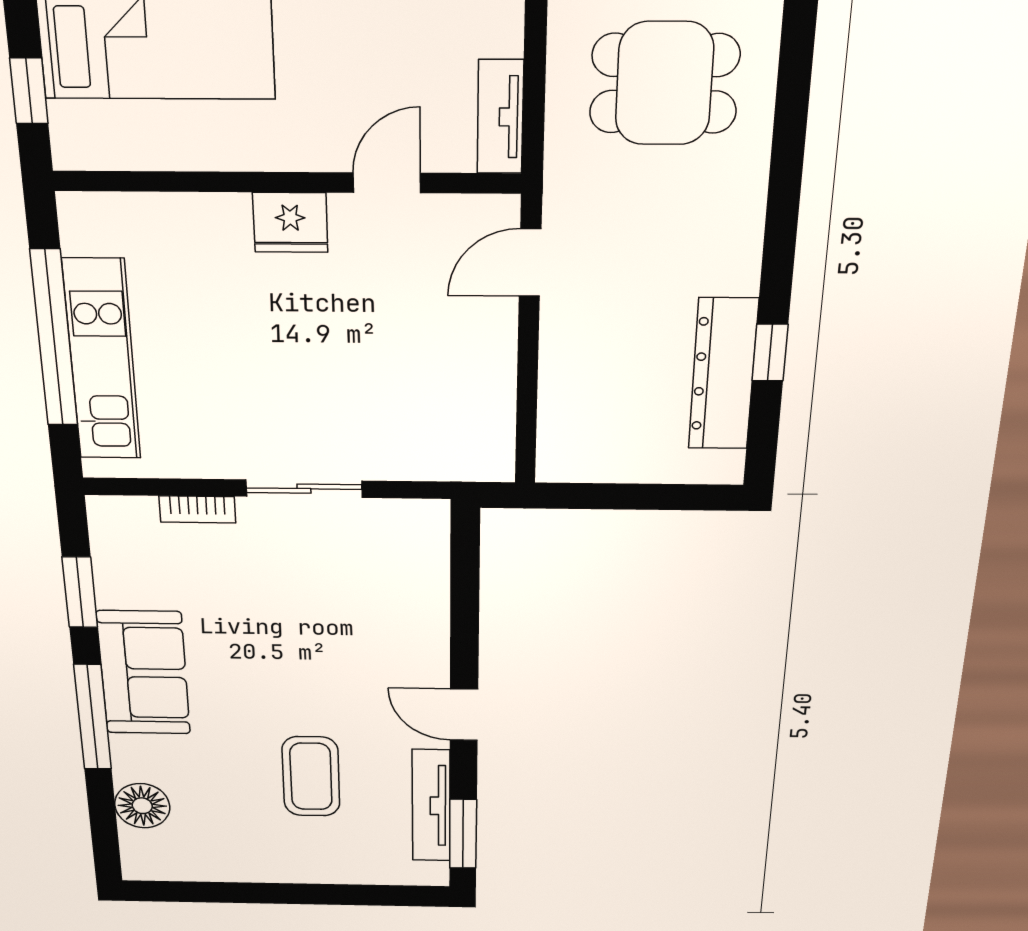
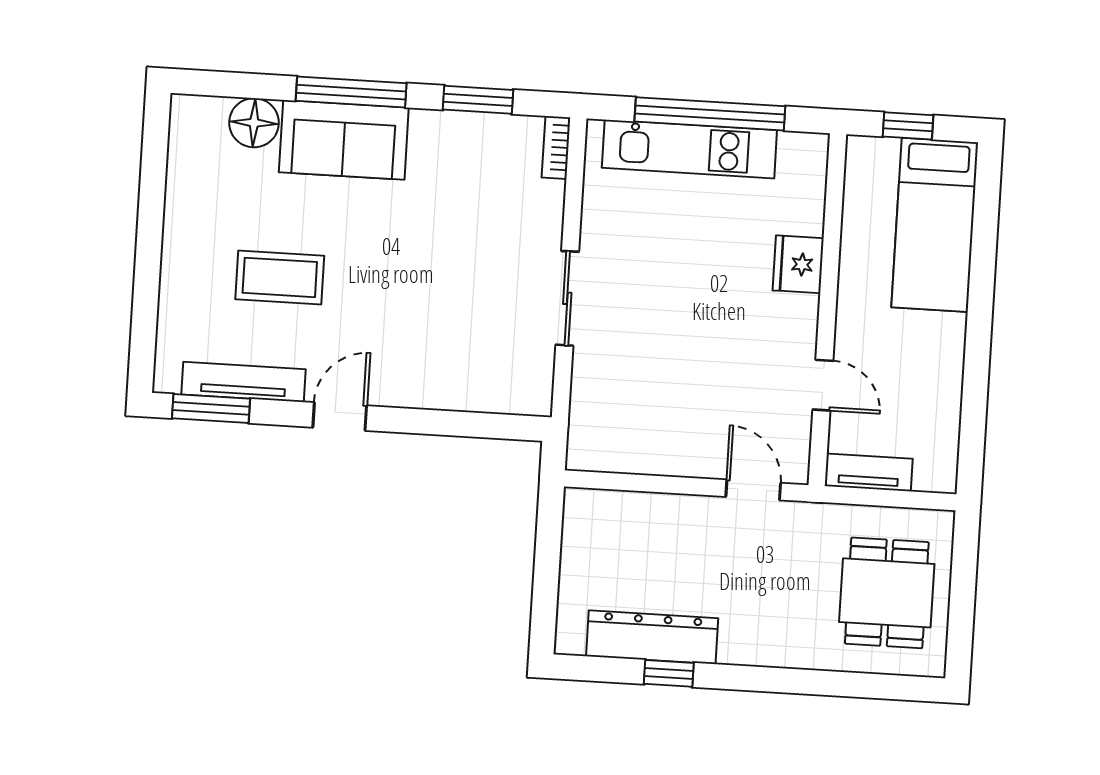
fridge: (290, 222) -> (798, 264), moved
bookcase: (197, 509) -> (556, 147), moved
sofa: (144, 673) -> (344, 140), moved

